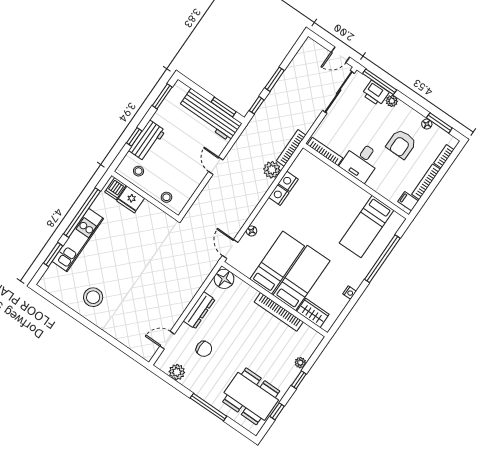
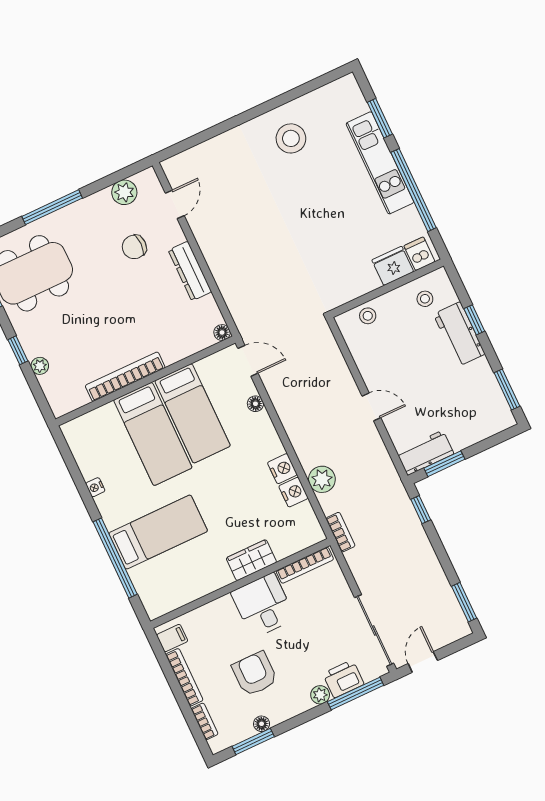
window: (275, 79) -> (464, 602), moved
workbench: (210, 115) -> (425, 453), width x0.53, depth x0.76
bookcase: (291, 148) -> (340, 532), width x0.64
bed: (367, 227) -> (158, 532), moved, turned 90
floor lamp: (224, 279) -> (222, 332), width x0.53, depth x0.53
wardrobe: (313, 313) -> (251, 560), moved, turned 180

